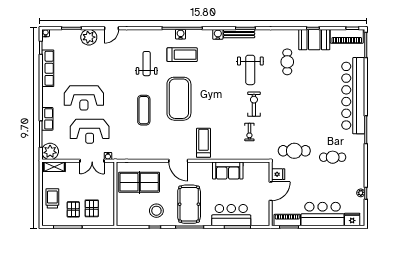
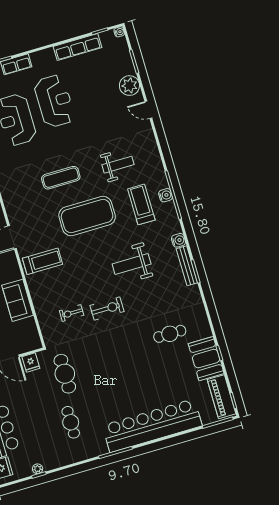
treadmill: (182, 55) -> (141, 204), turned 180
weight bench: (250, 70) -> (132, 264), moved
reception desk: (84, 98) -> (54, 101), turned 180

